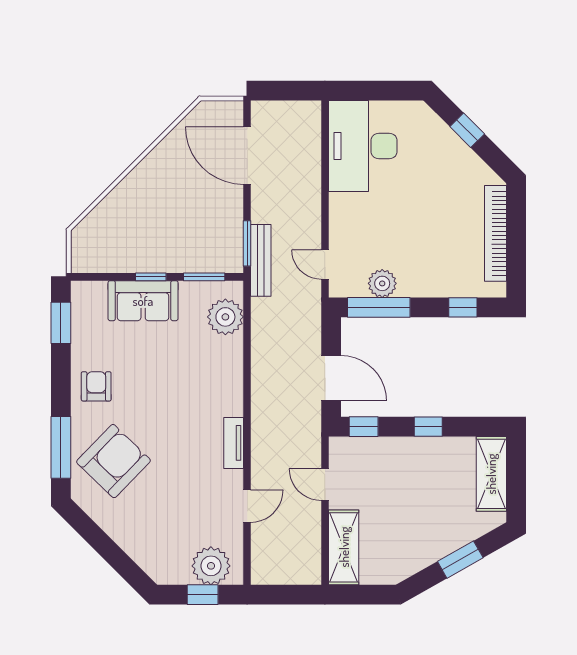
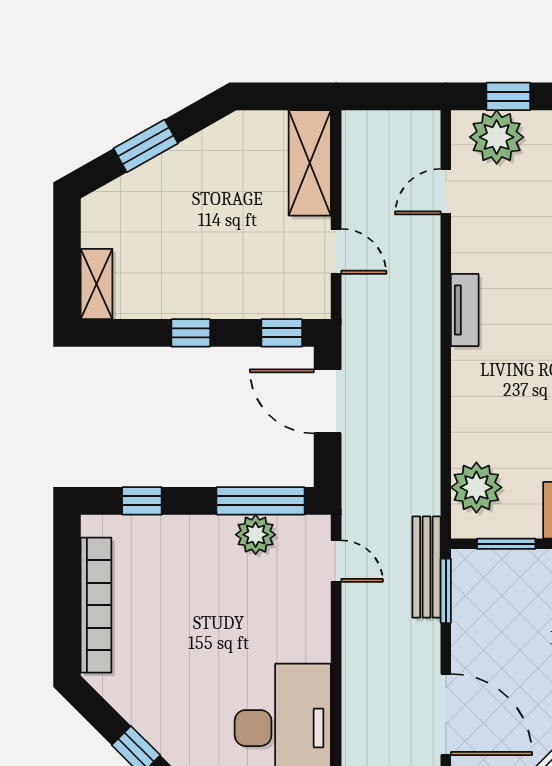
shelving: (491, 474) -> (97, 284), width x0.67, depth x0.75
door: (247, 506) -> (446, 192), moved

